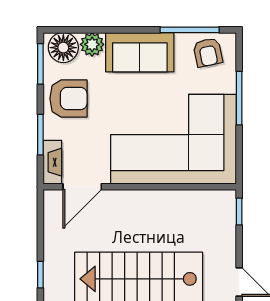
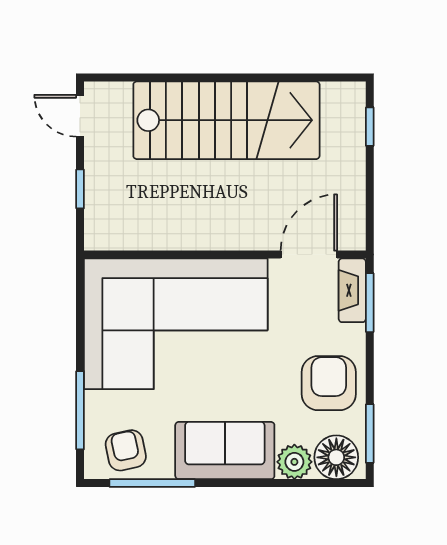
armchair: (68, 98) -> (329, 383), turned 90
window: (239, 98) -> (80, 410), moved
window: (40, 135) -> (370, 303), moved
window: (239, 212) -> (80, 189), moved

